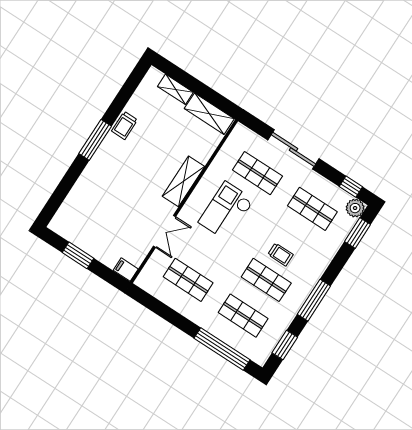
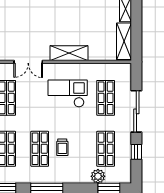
window: (351, 187) -> (136, 152), moved
plant: (355, 208) -> (98, 176), moved

